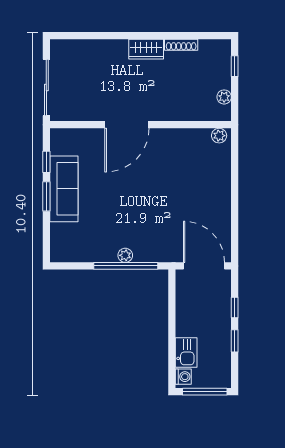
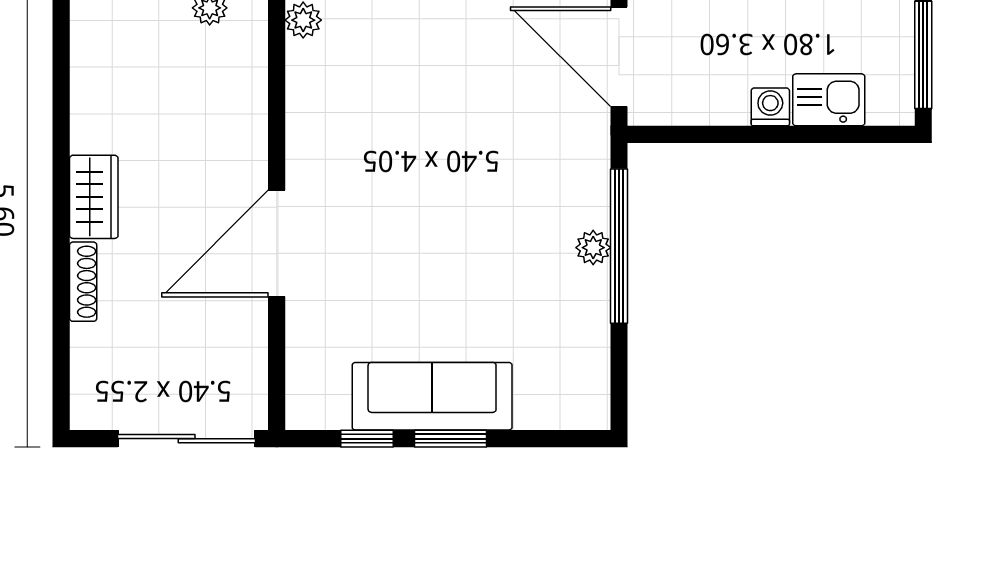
shoe rack: (181, 45) -> (83, 282), moved
door: (127, 125) -> (277, 243), swing flipped
door: (204, 266) -> (619, 57), hinge flipped
washing machine: (183, 377) -> (770, 107), moved

